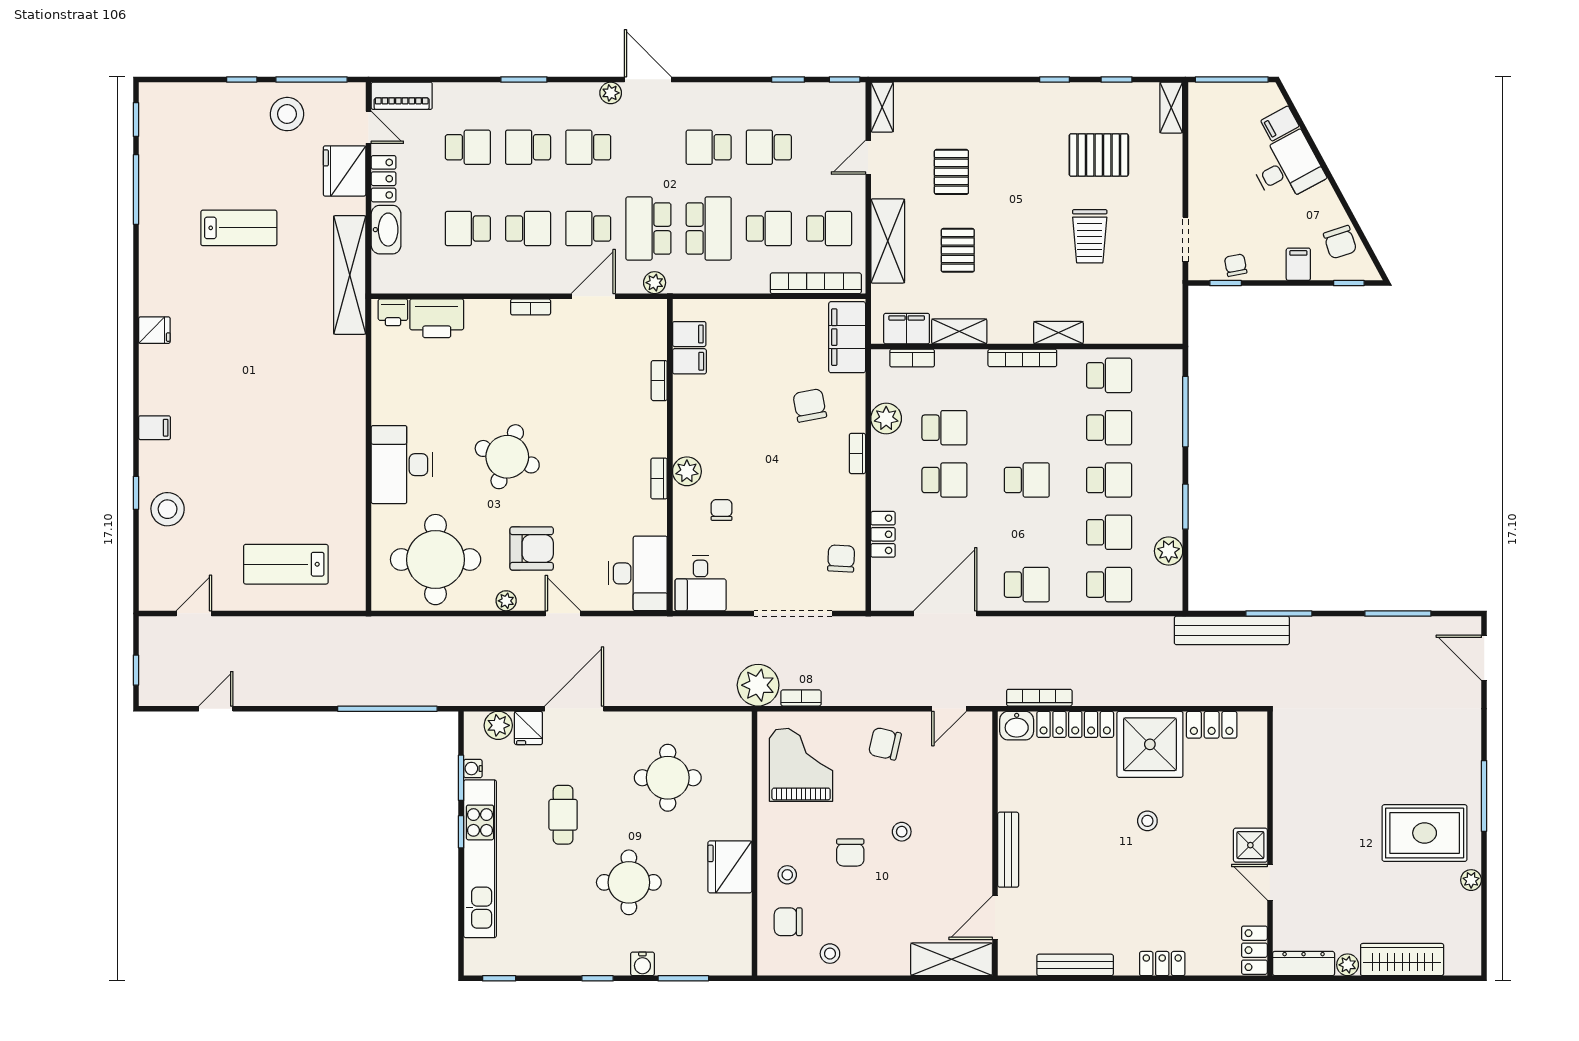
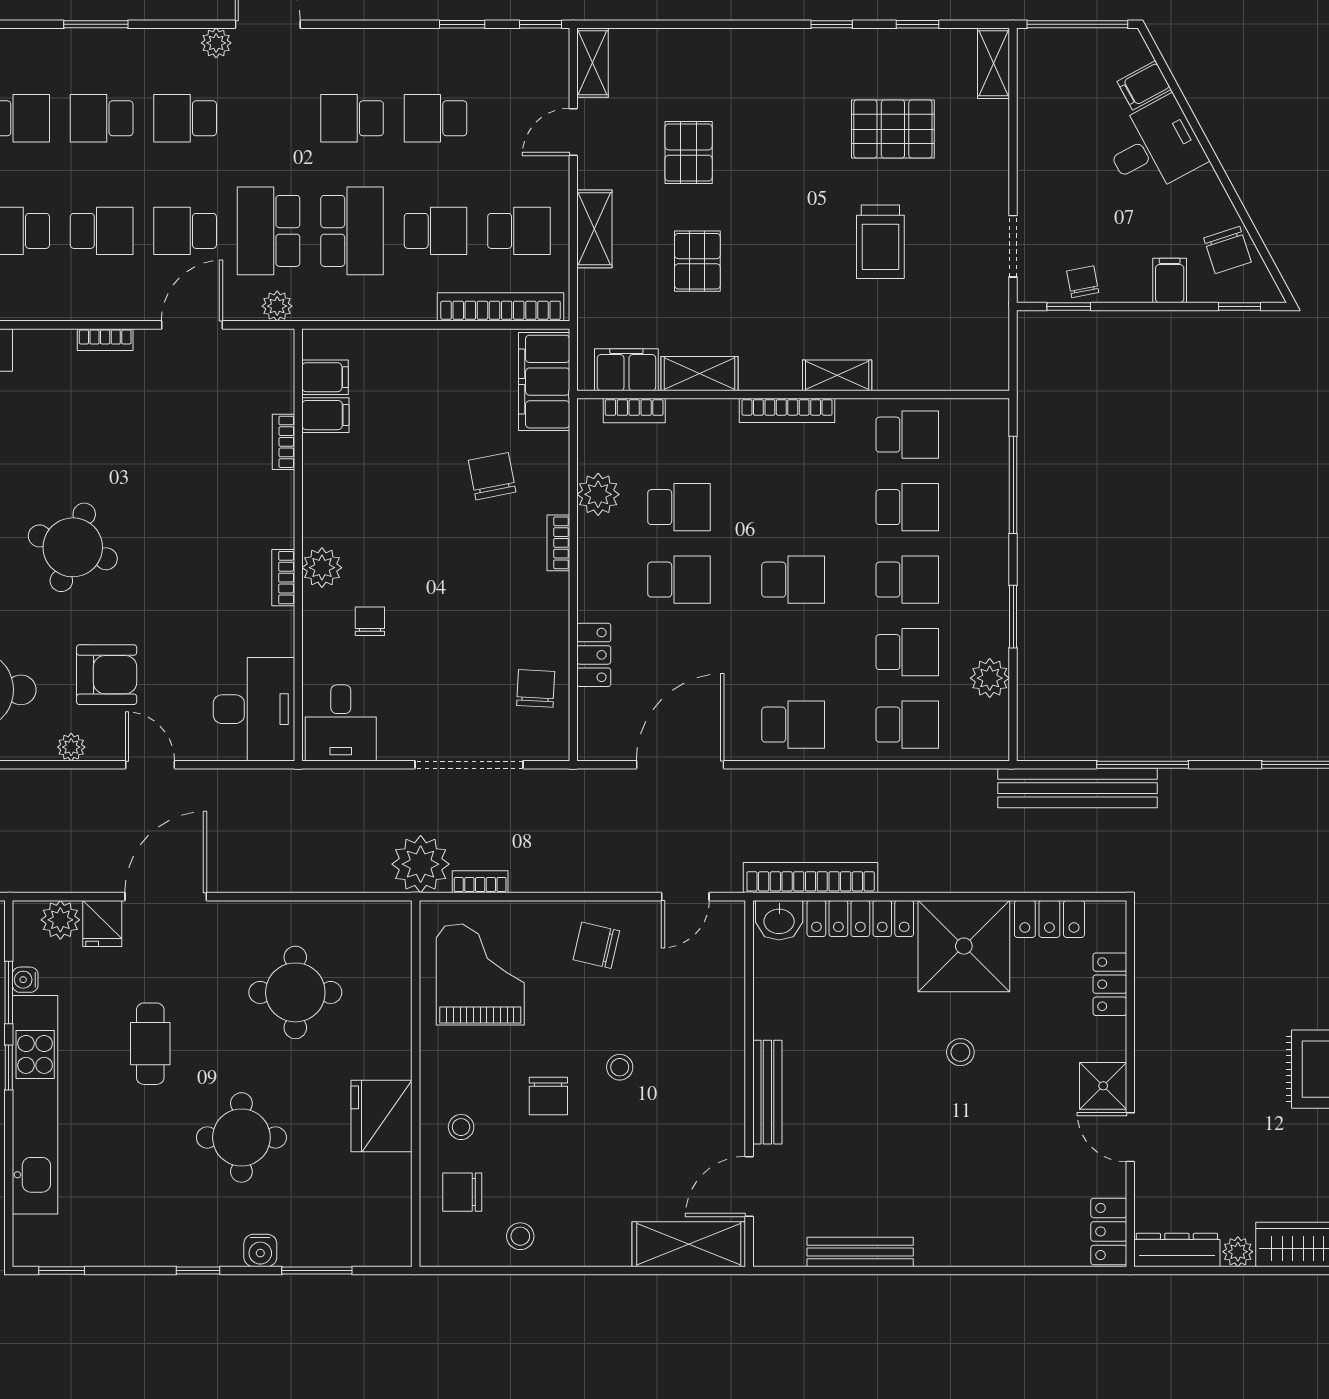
shelving: (888, 241) -> (594, 229), width x0.67, depth x0.75
bookcase: (1039, 698) -> (811, 878), width x1.48, depth x1.31
locker: (1162, 964) -> (1110, 984), moved, turned -90

